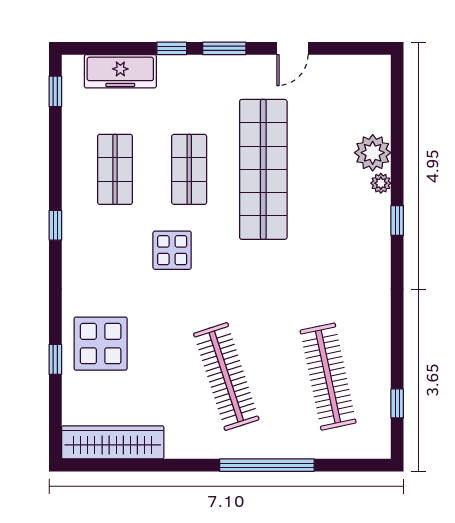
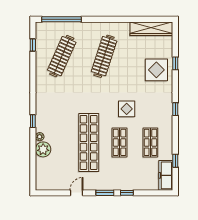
freezer: (120, 71) -> (166, 175), moved, turned -90
window: (55, 91) -> (175, 161), moved
window: (55, 225) -> (175, 109), moved
clothes rail: (226, 377) -> (104, 56), turned 36
clothes rail: (328, 377) -> (62, 56), turned 36
window: (267, 465) -> (61, 19), moved

